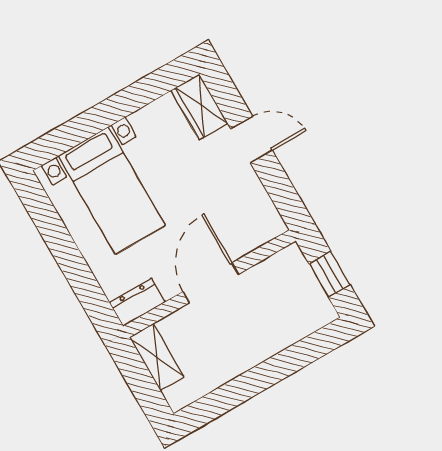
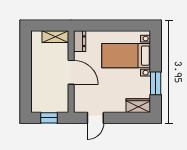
window: (133, 98) -> (156, 83), added
door: (251, 139) -> (95, 118), moved

